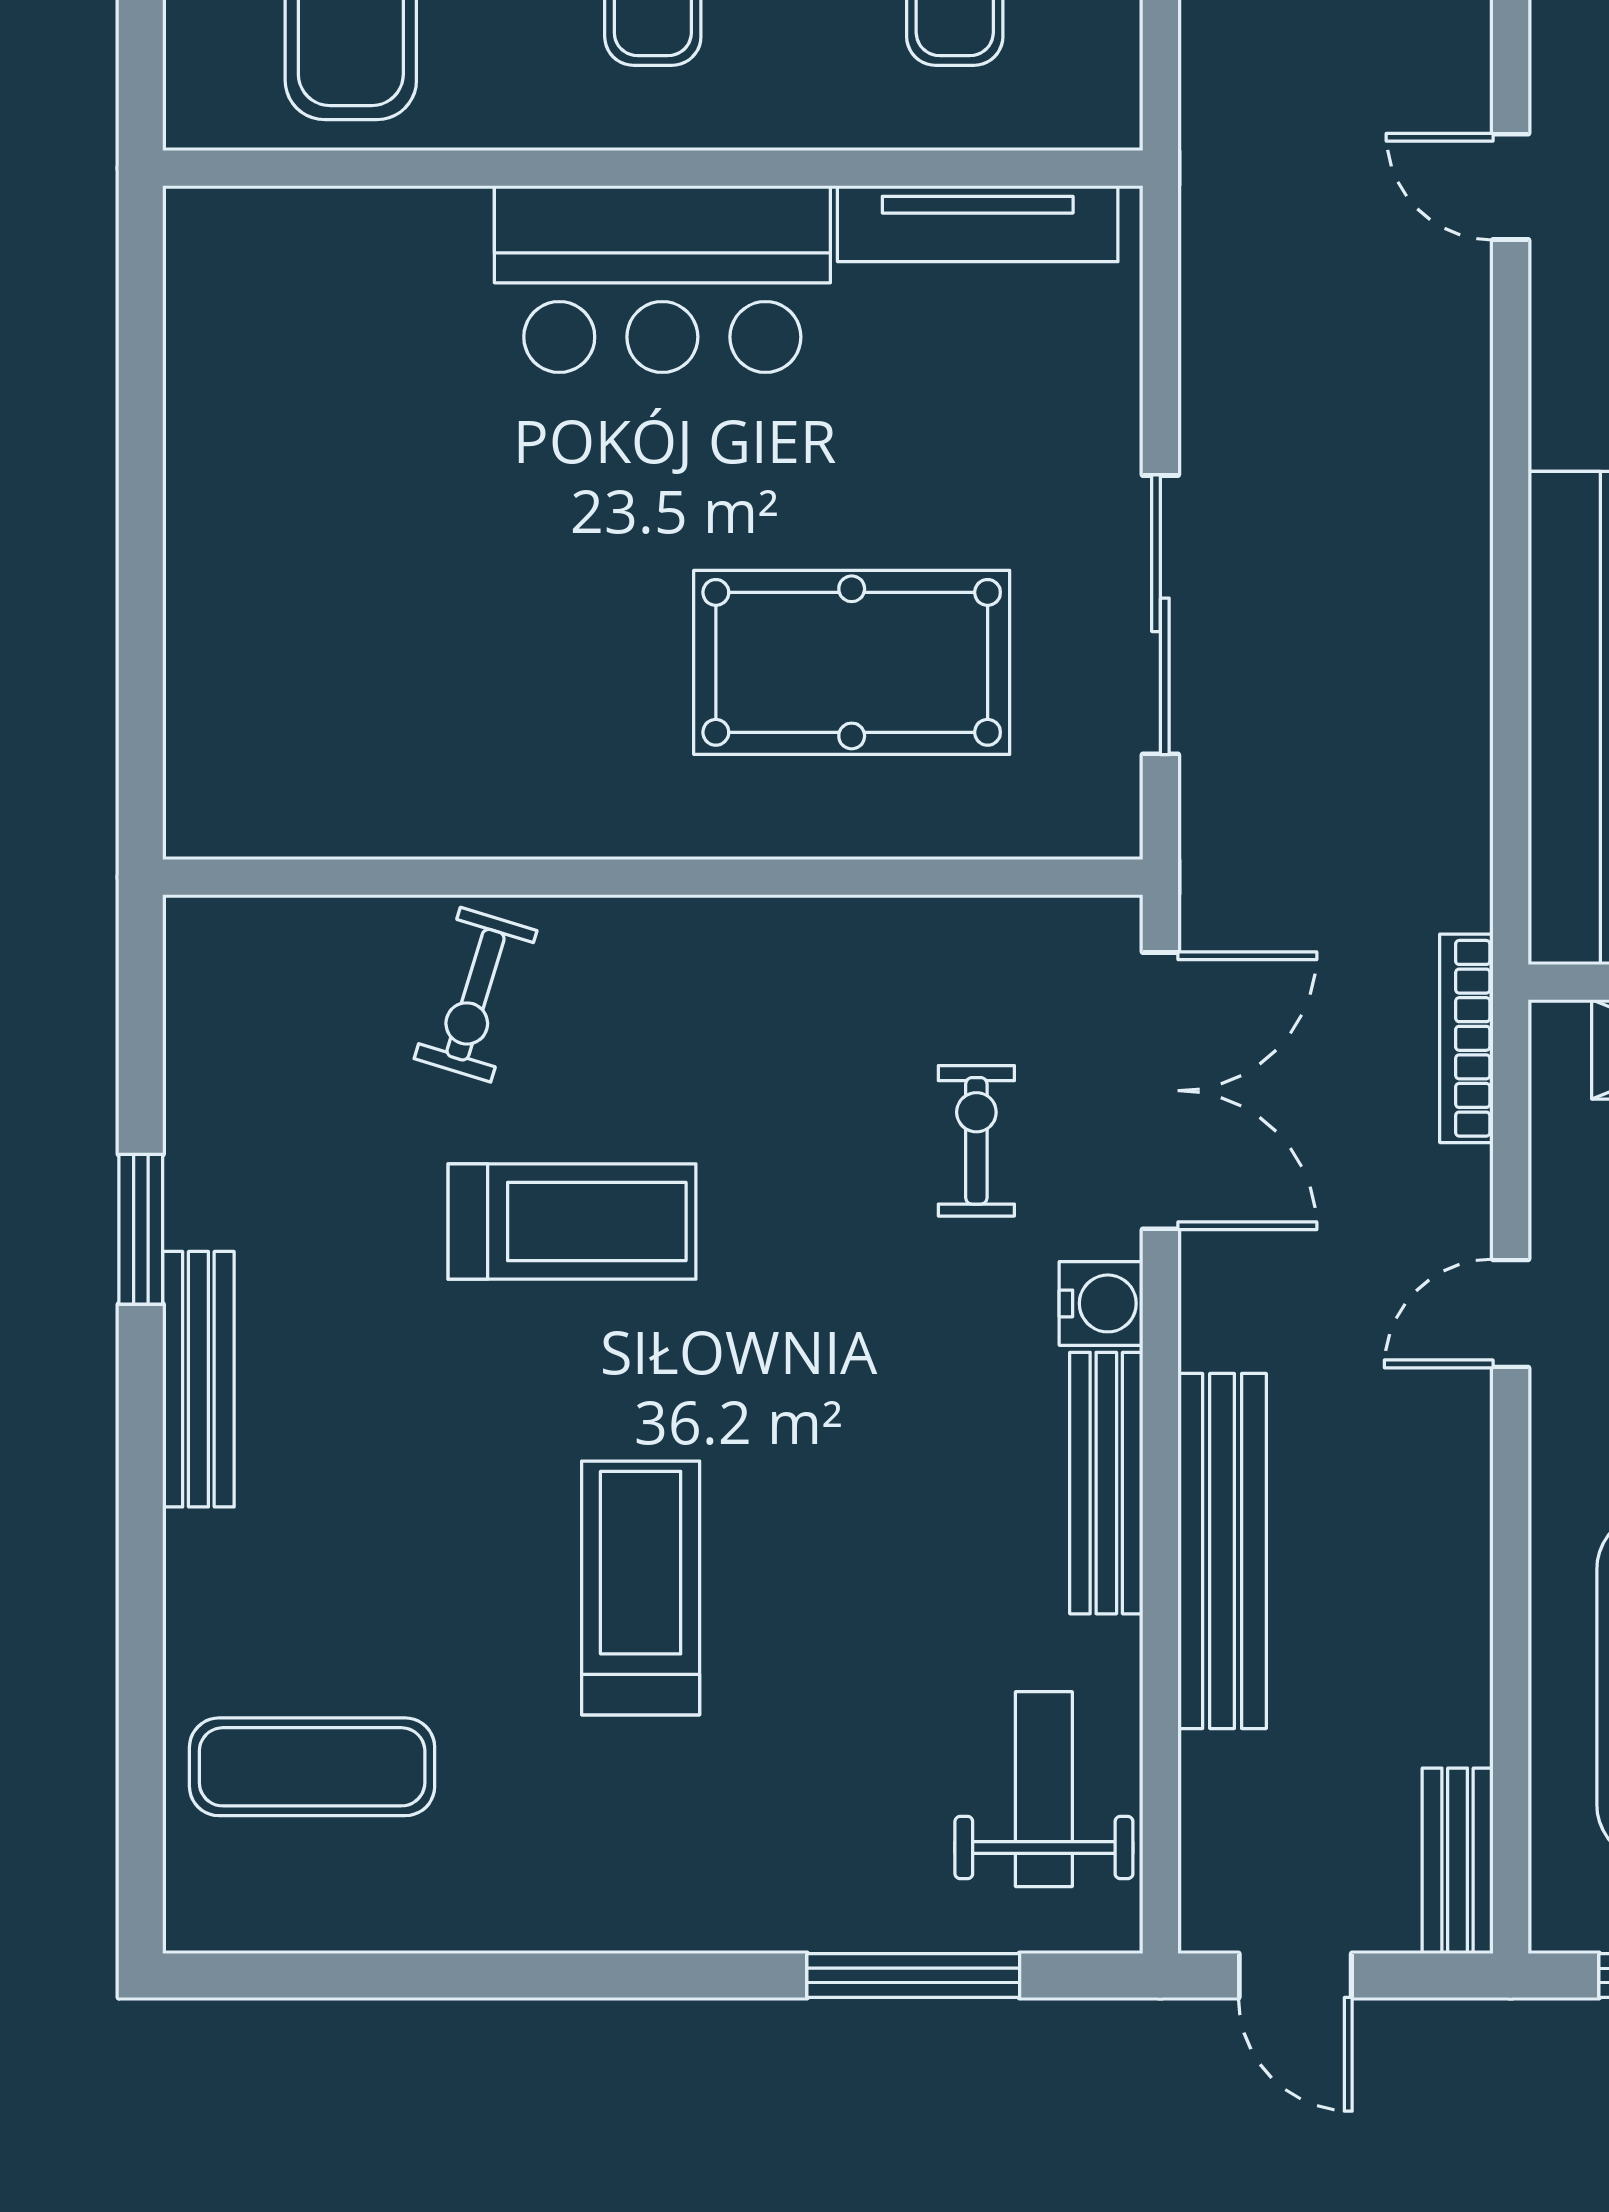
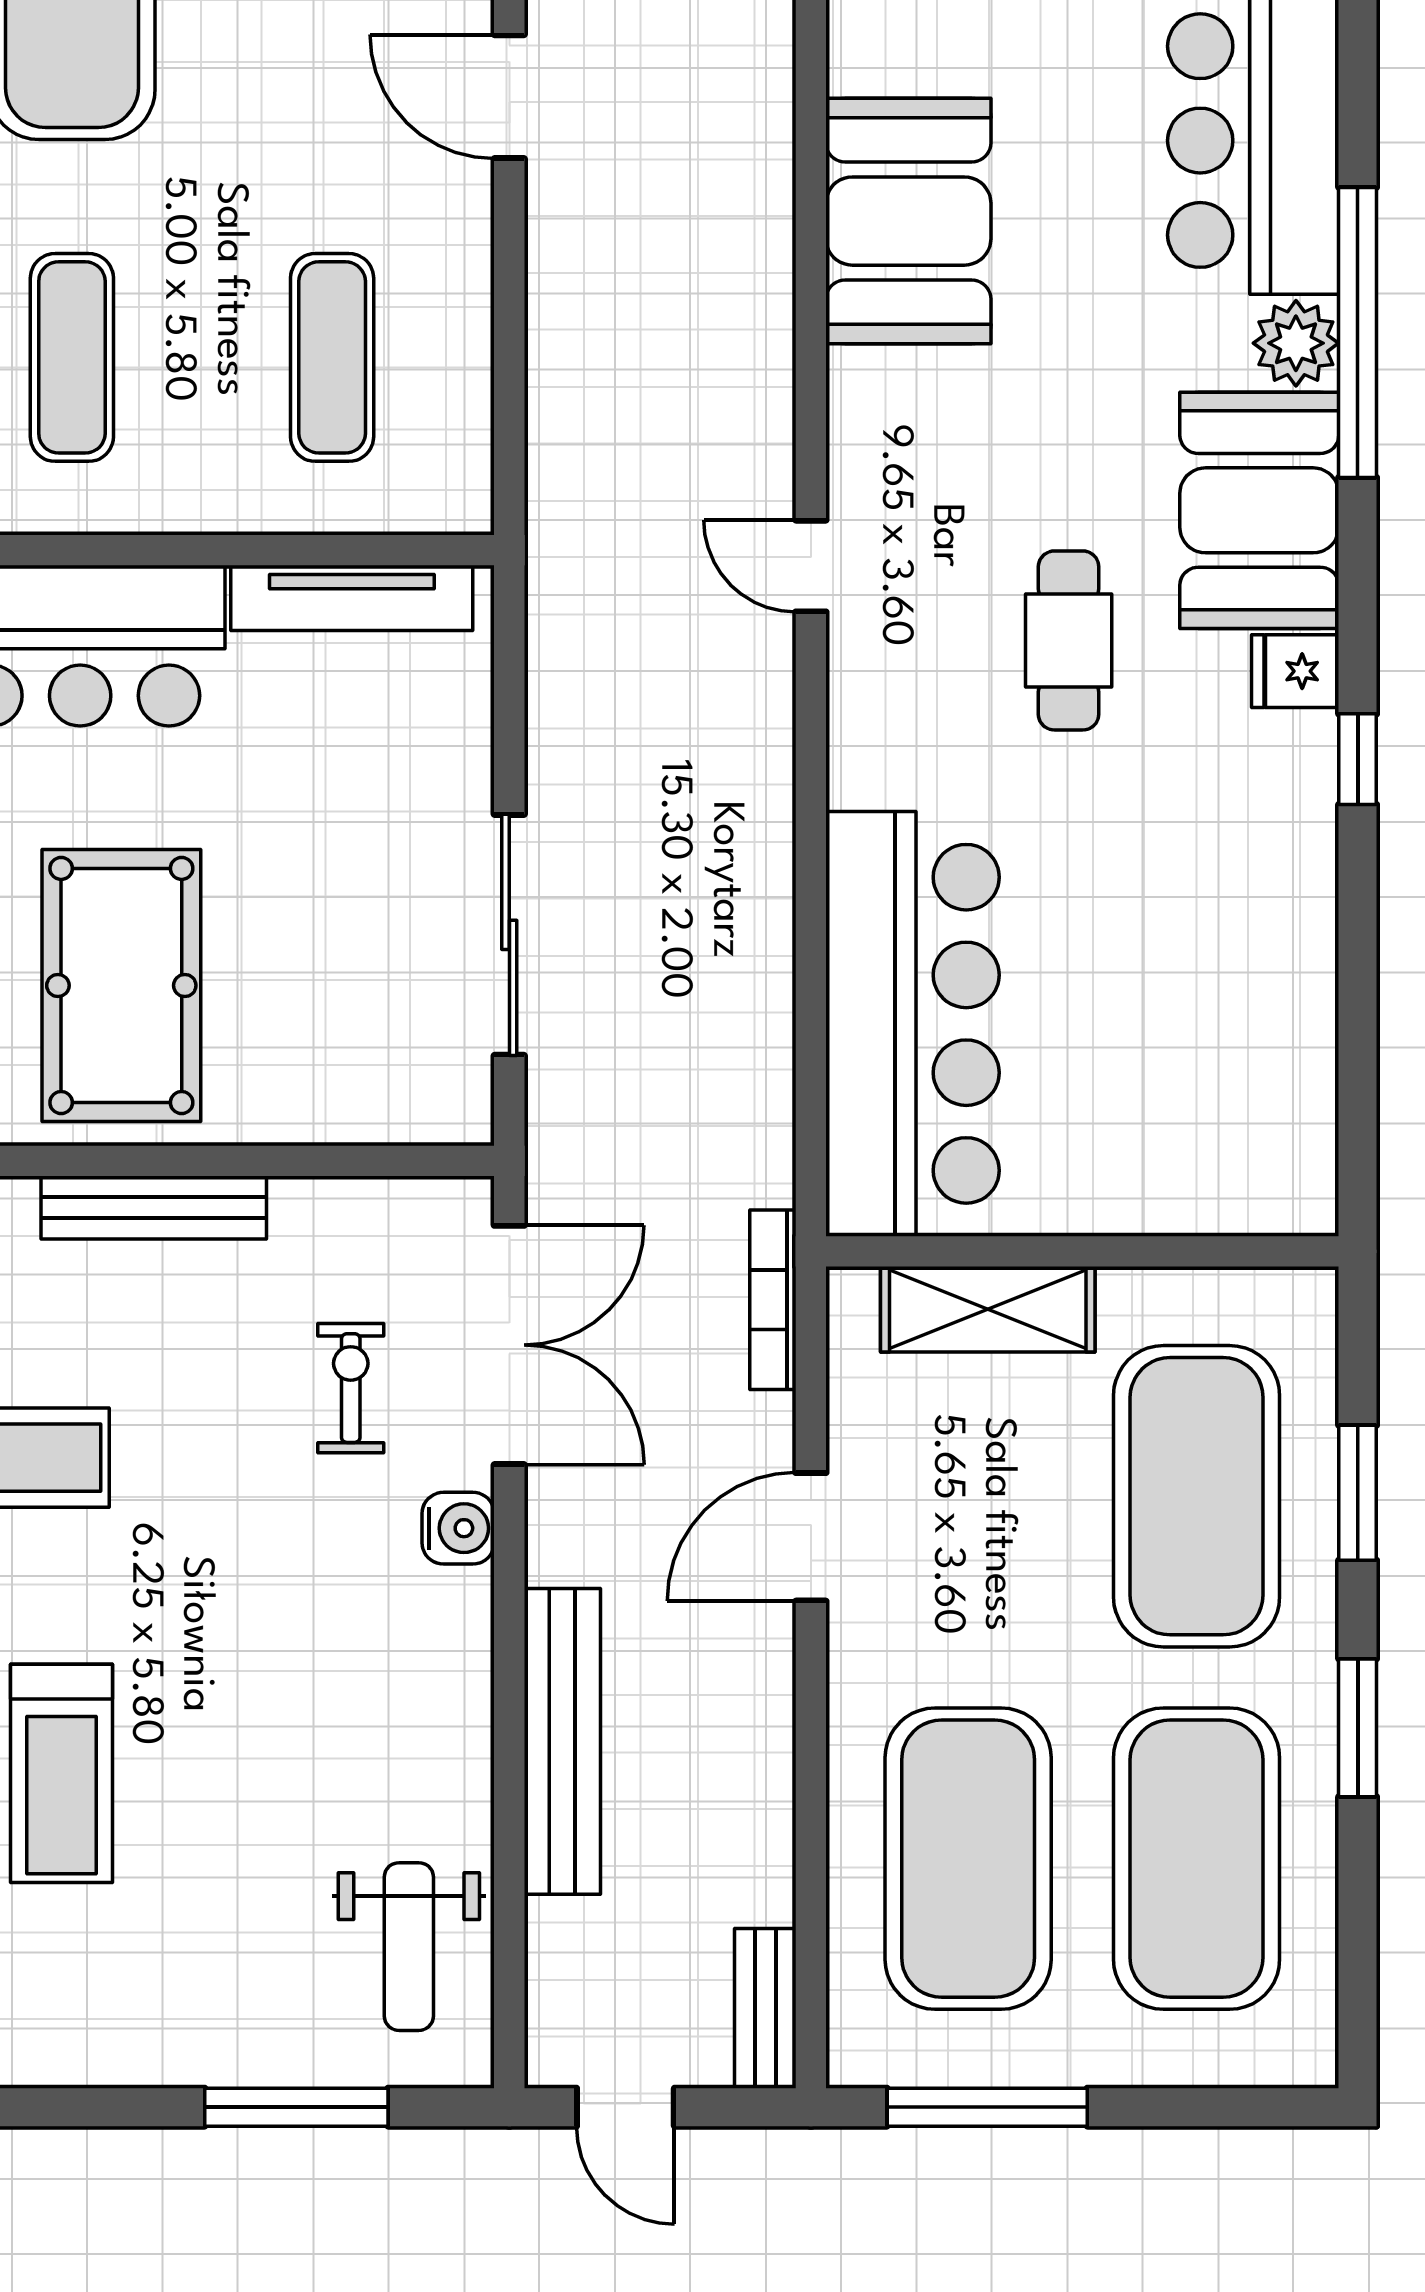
pool table: (852, 662) -> (121, 985), moved, turned 90
door: (1511, 1313) -> (811, 1537), width x1.37
bench: (1106, 1483) -> (154, 1208), moved, turned 90
treadmill: (641, 1588) -> (61, 1773), turned 180
weight bench: (1044, 1789) -> (409, 1947), turned 180

